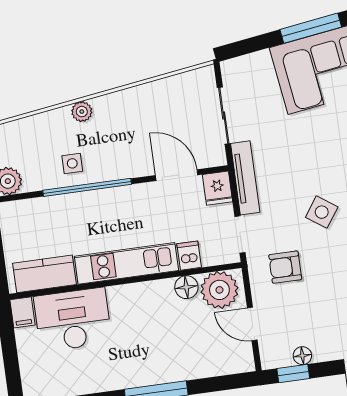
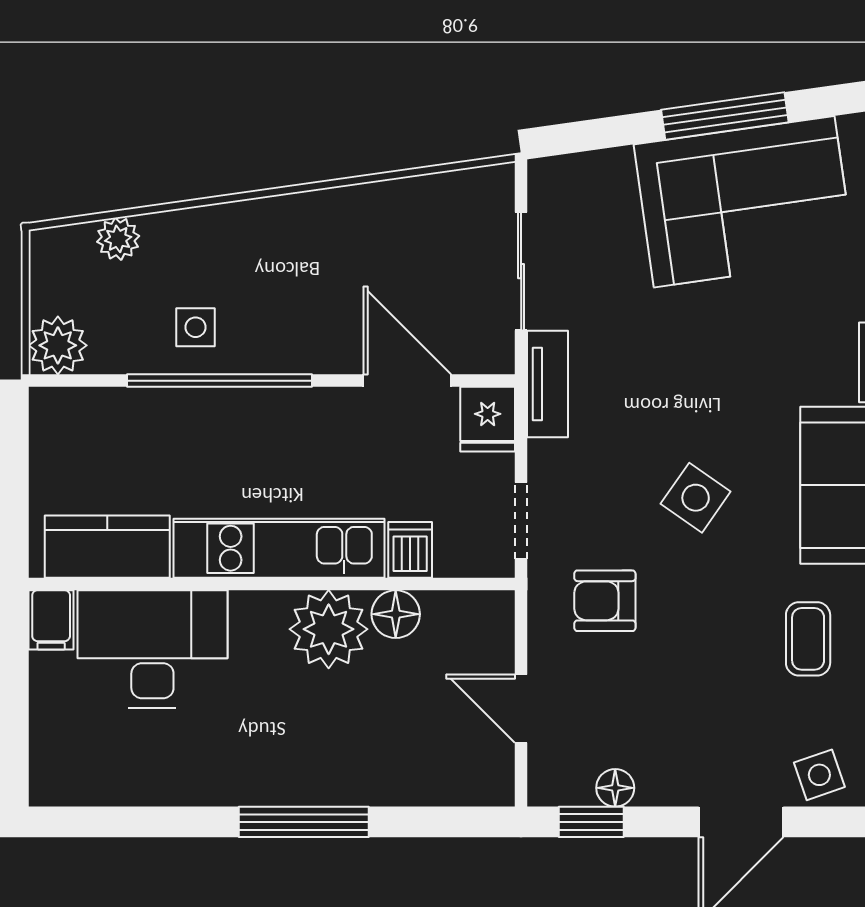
plant: (82, 112) -> (118, 239), moved
tv unit: (245, 178) -> (548, 384), width x0.71
plant: (219, 290) -> (329, 629), moved

